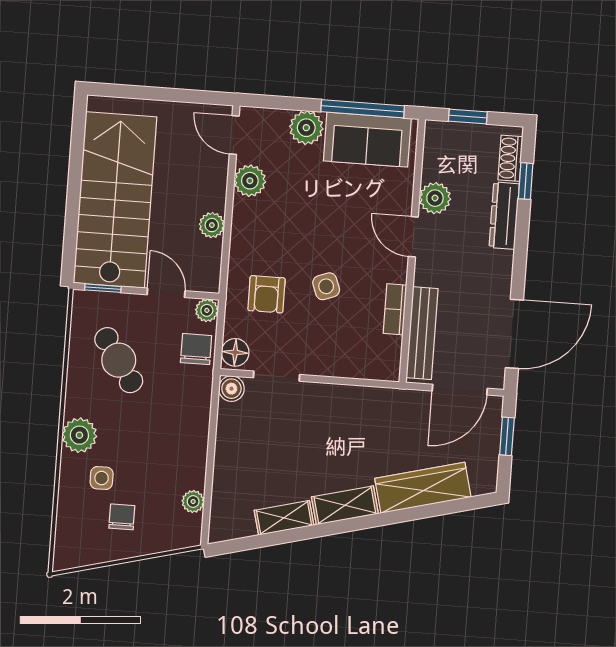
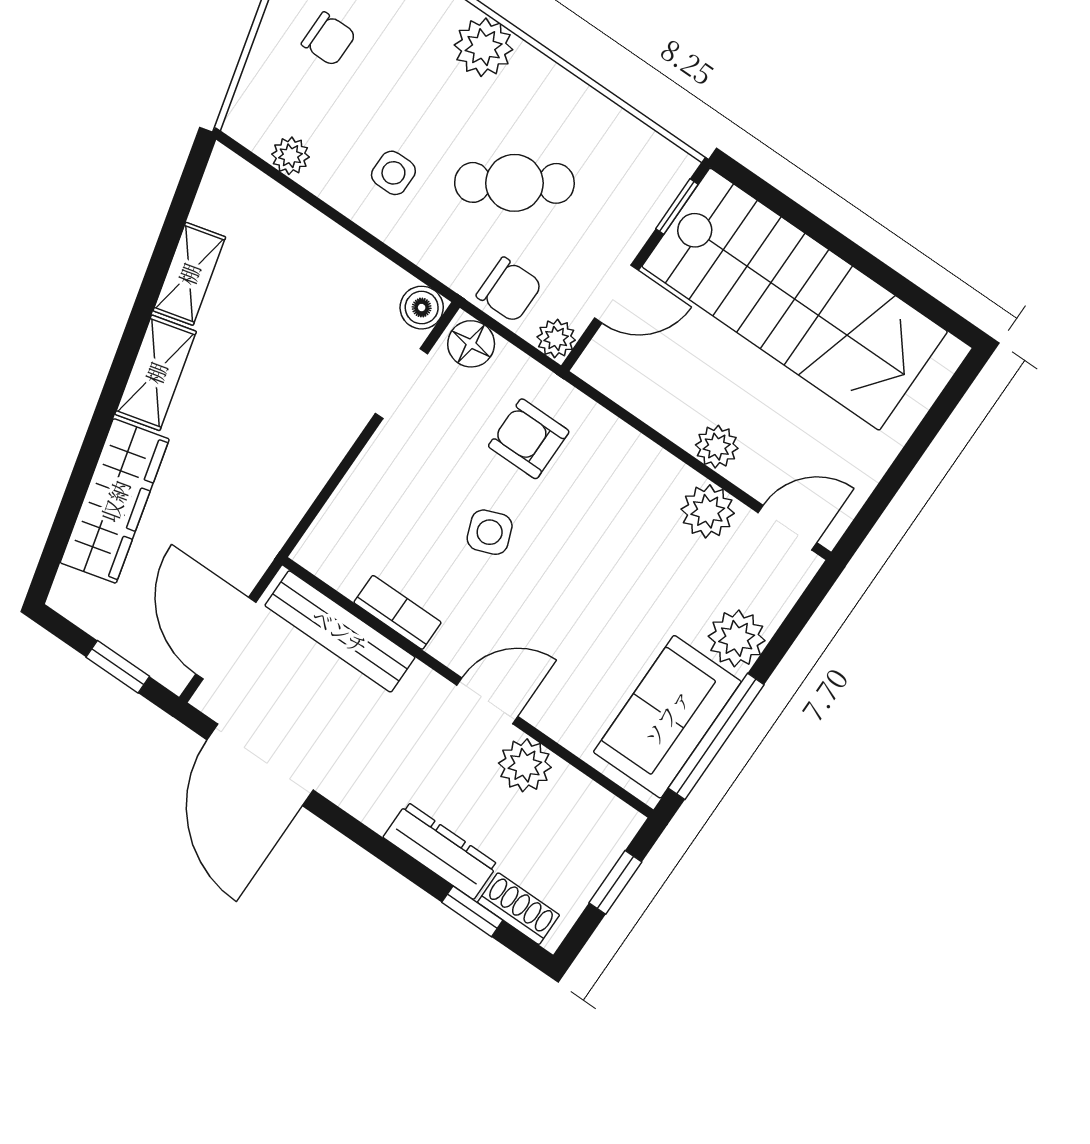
plant: (212, 225) -> (717, 447), moved
cafe table: (119, 360) -> (514, 183), moved
side table: (102, 478) -> (393, 173), moved

